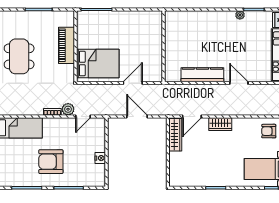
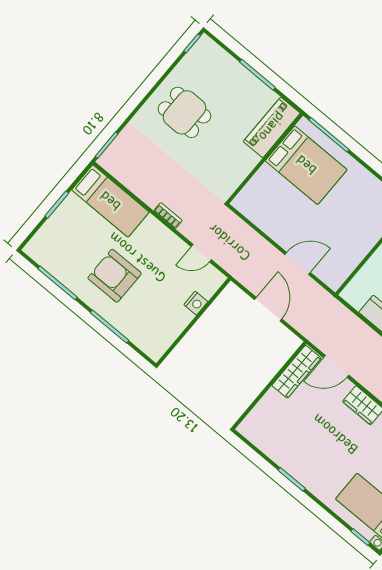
piano: (66, 45) -> (272, 127), moved
dining table: (19, 56) -> (184, 112), width x0.73
bed: (98, 64) -> (306, 165), moved
plant: (68, 109) -> (190, 229), removed
nightstand: (100, 158) -> (196, 303), moved

